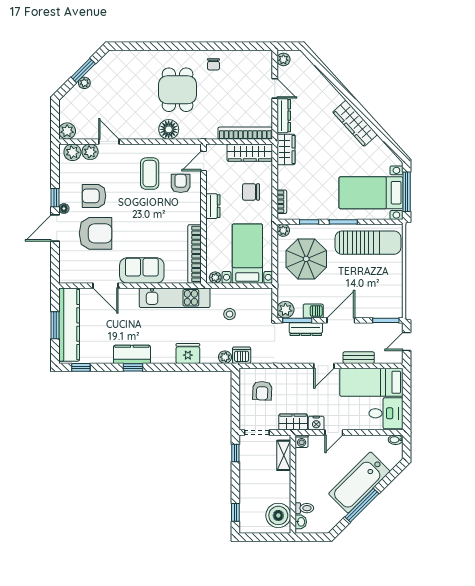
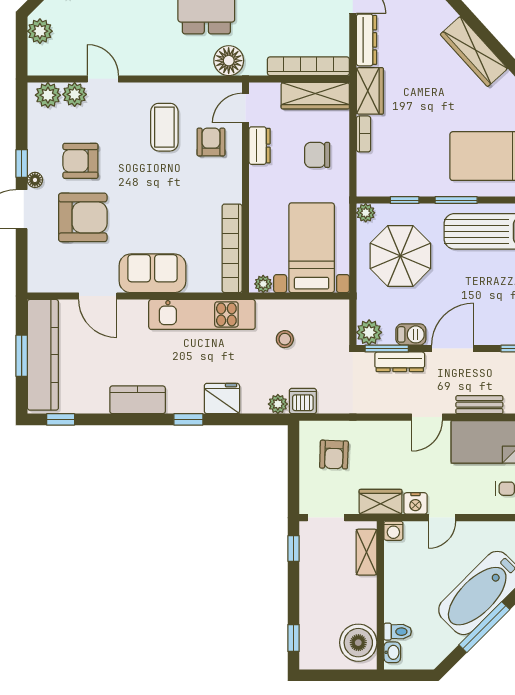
floor lamp: (169, 129) -> (229, 61), moved
plant: (67, 131) -> (40, 31), moved
bookcase: (282, 202) -> (364, 134), moved
dresser: (213, 206) -> (260, 146), moved
window: (133, 367) -> (188, 419), moved

